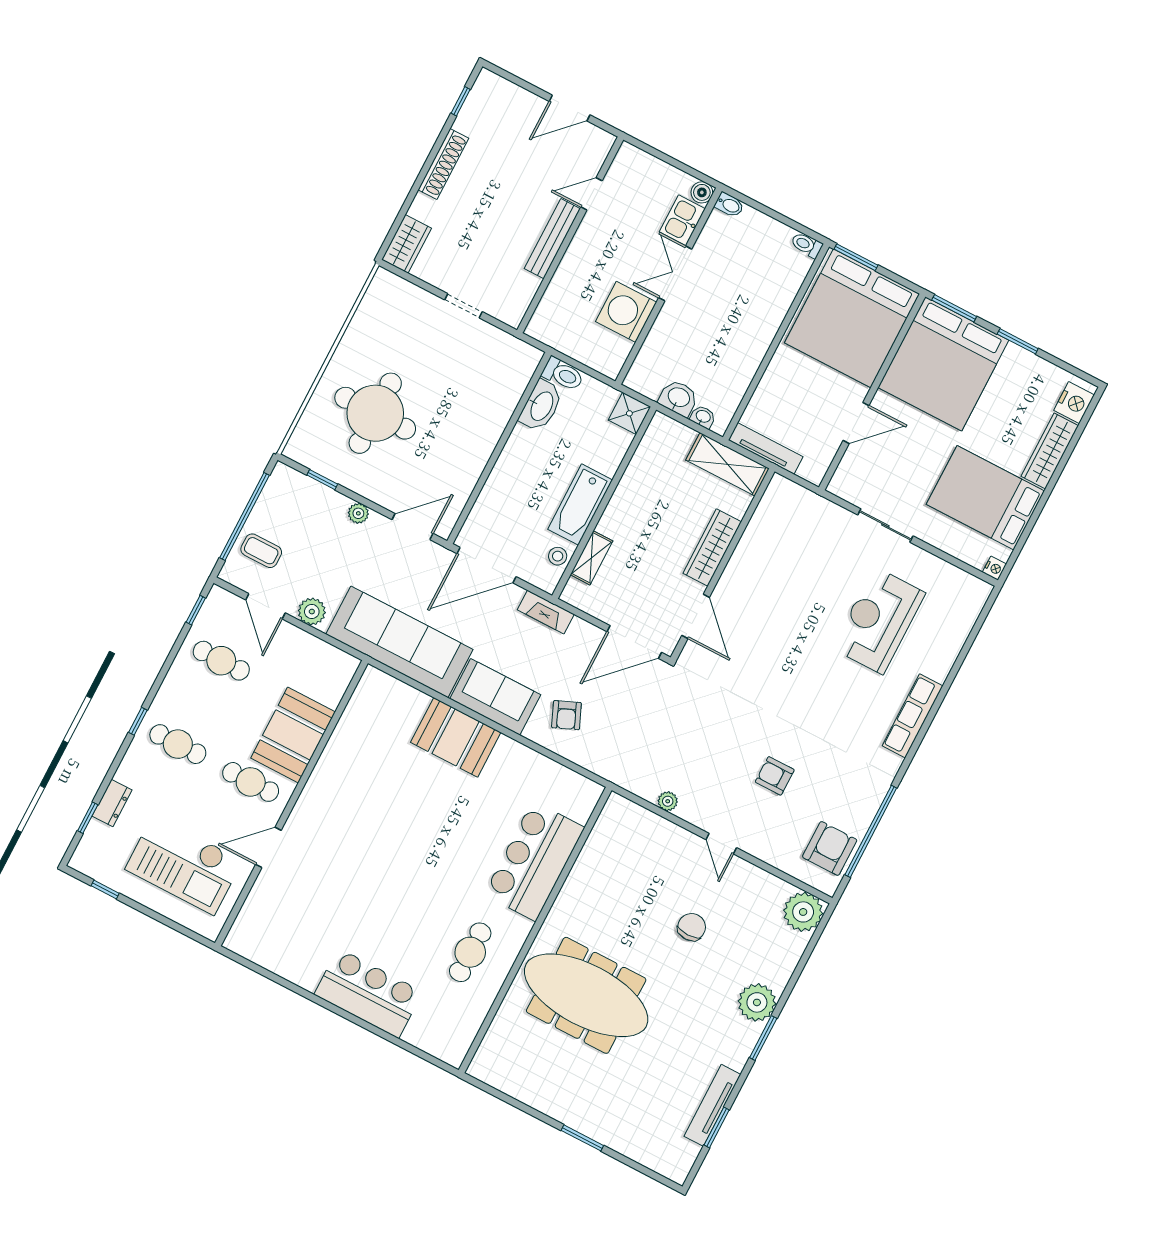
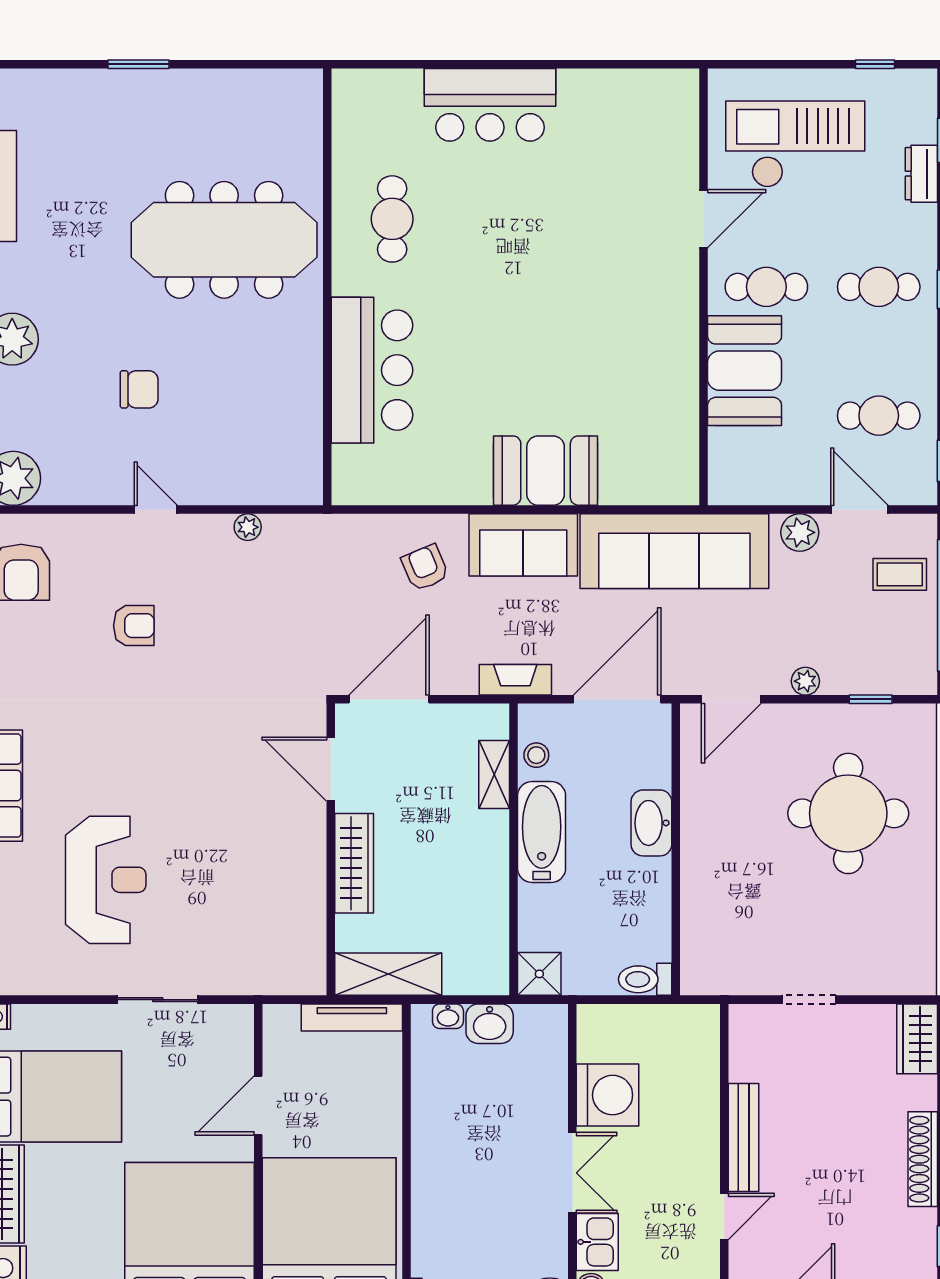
washbasin: (541, 406) -> (651, 823), moved
chair: (692, 927) -> (139, 389), turned -90

